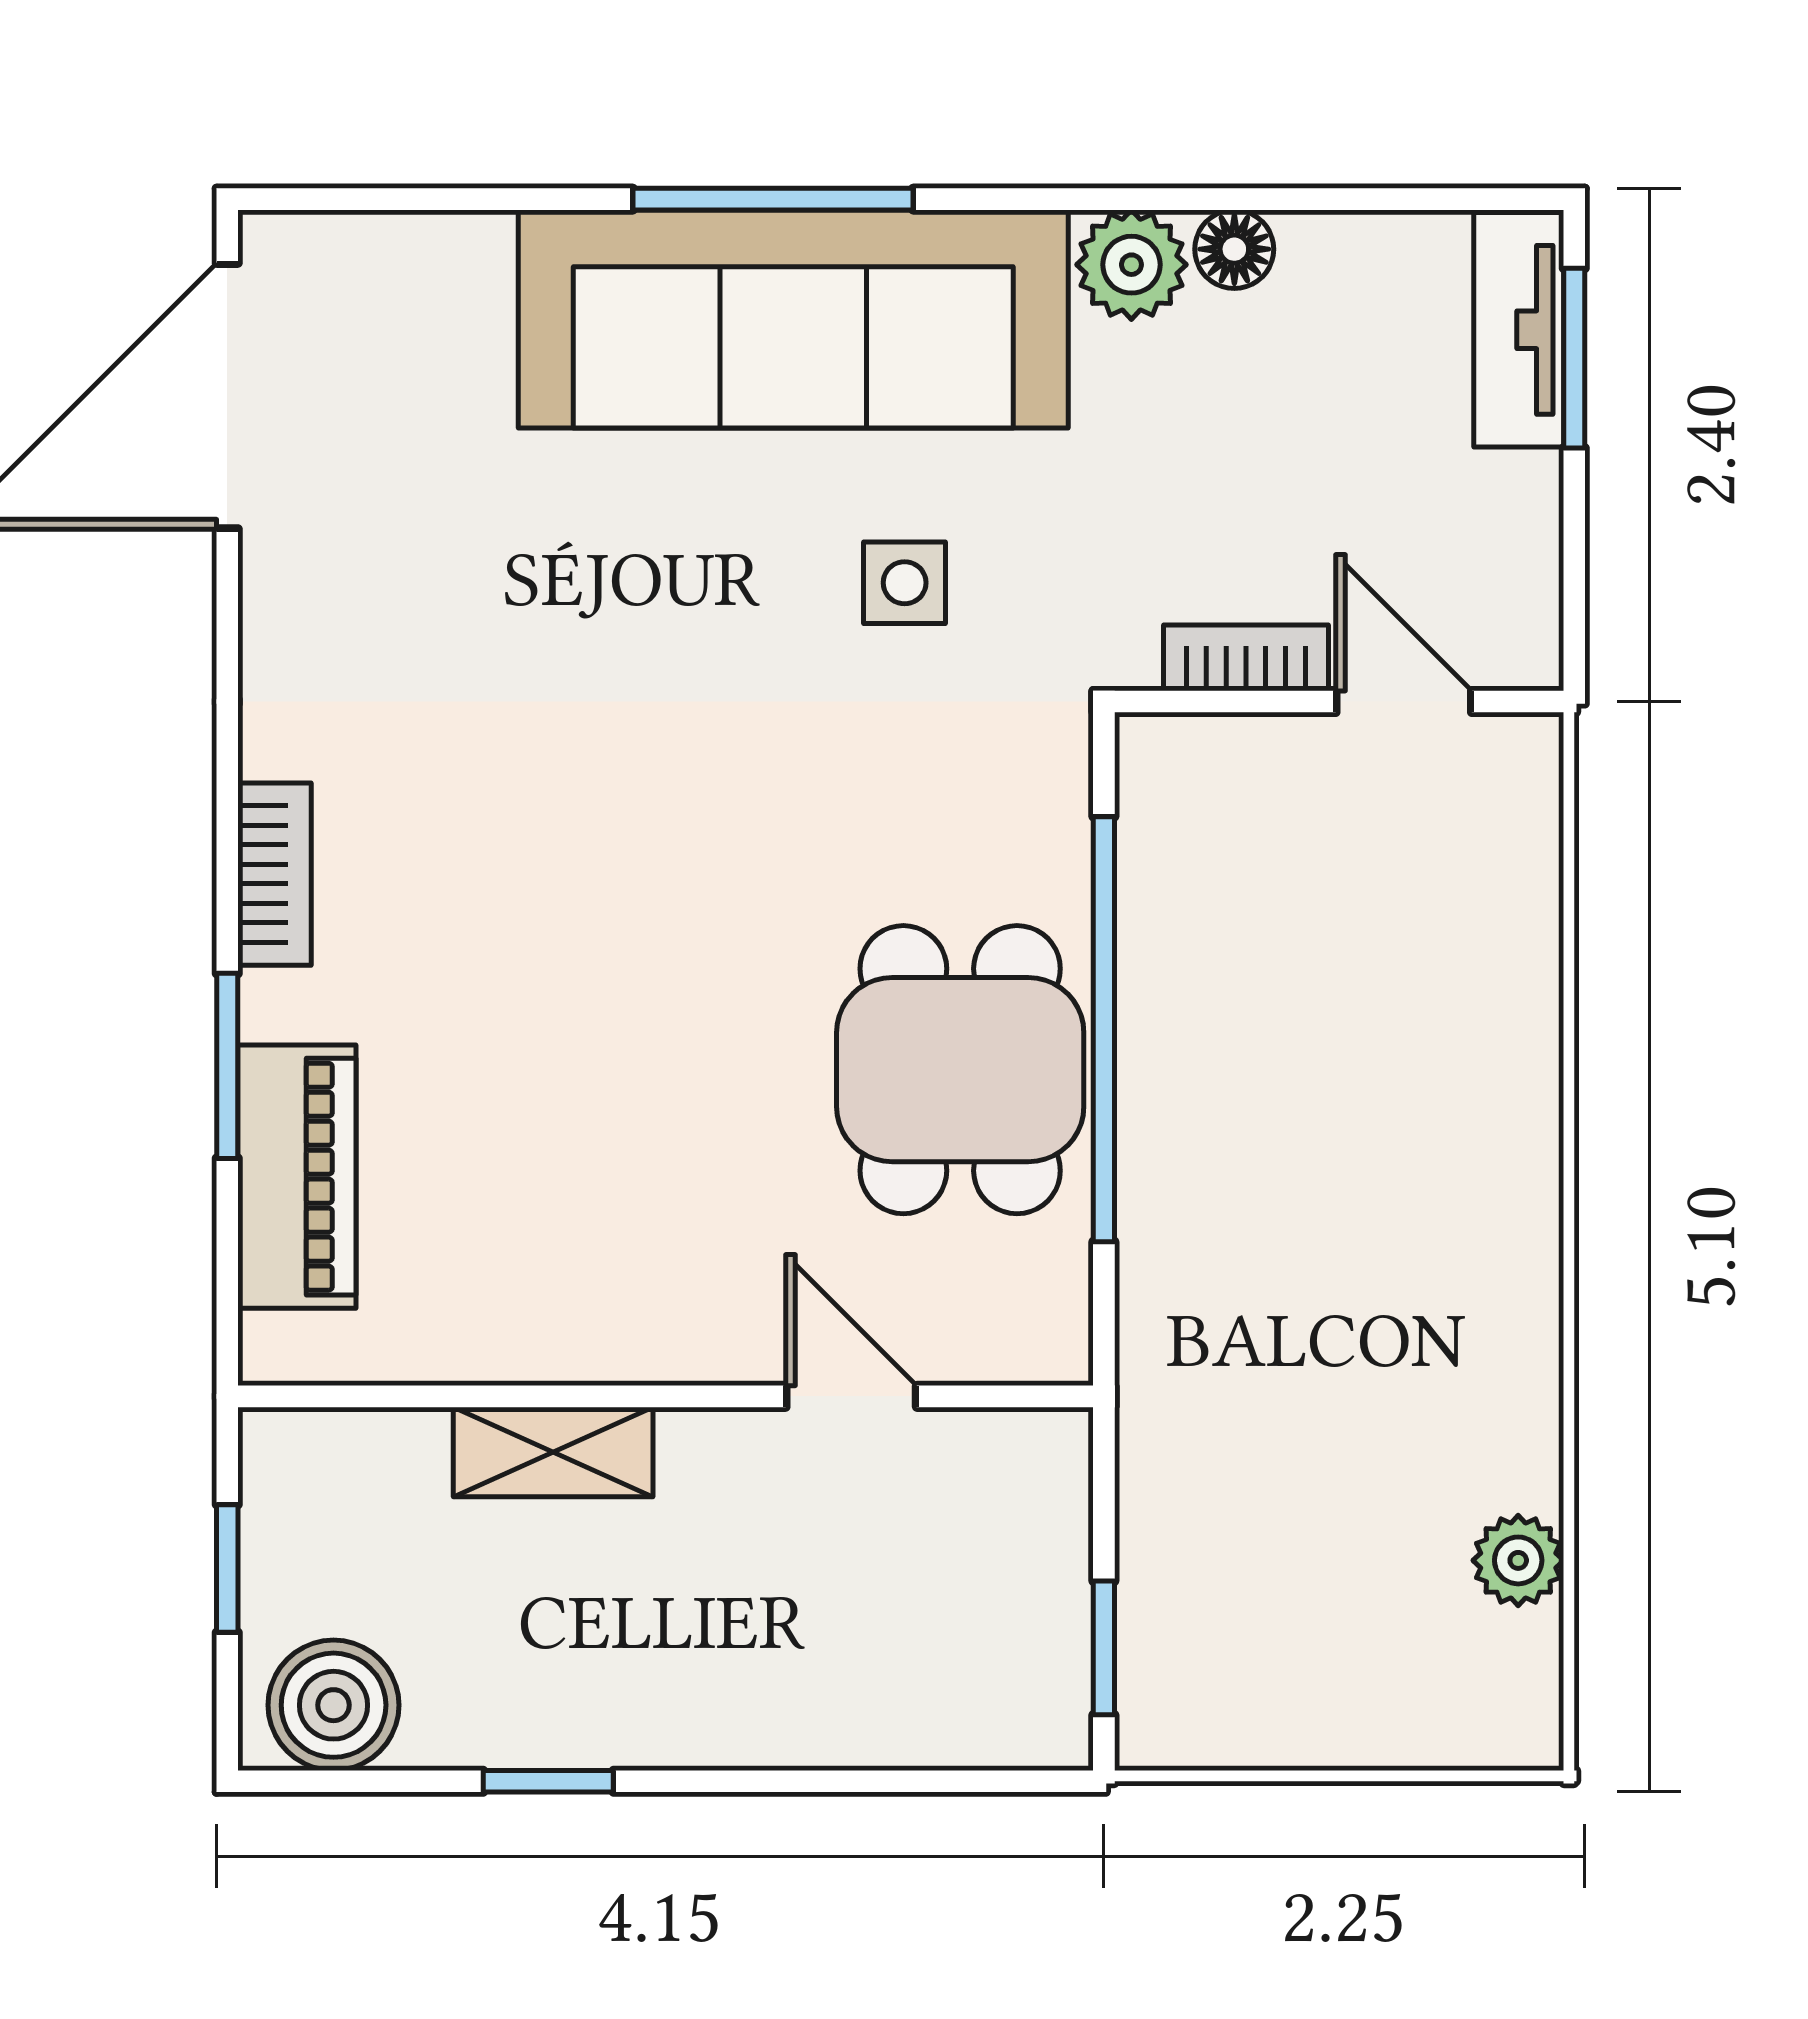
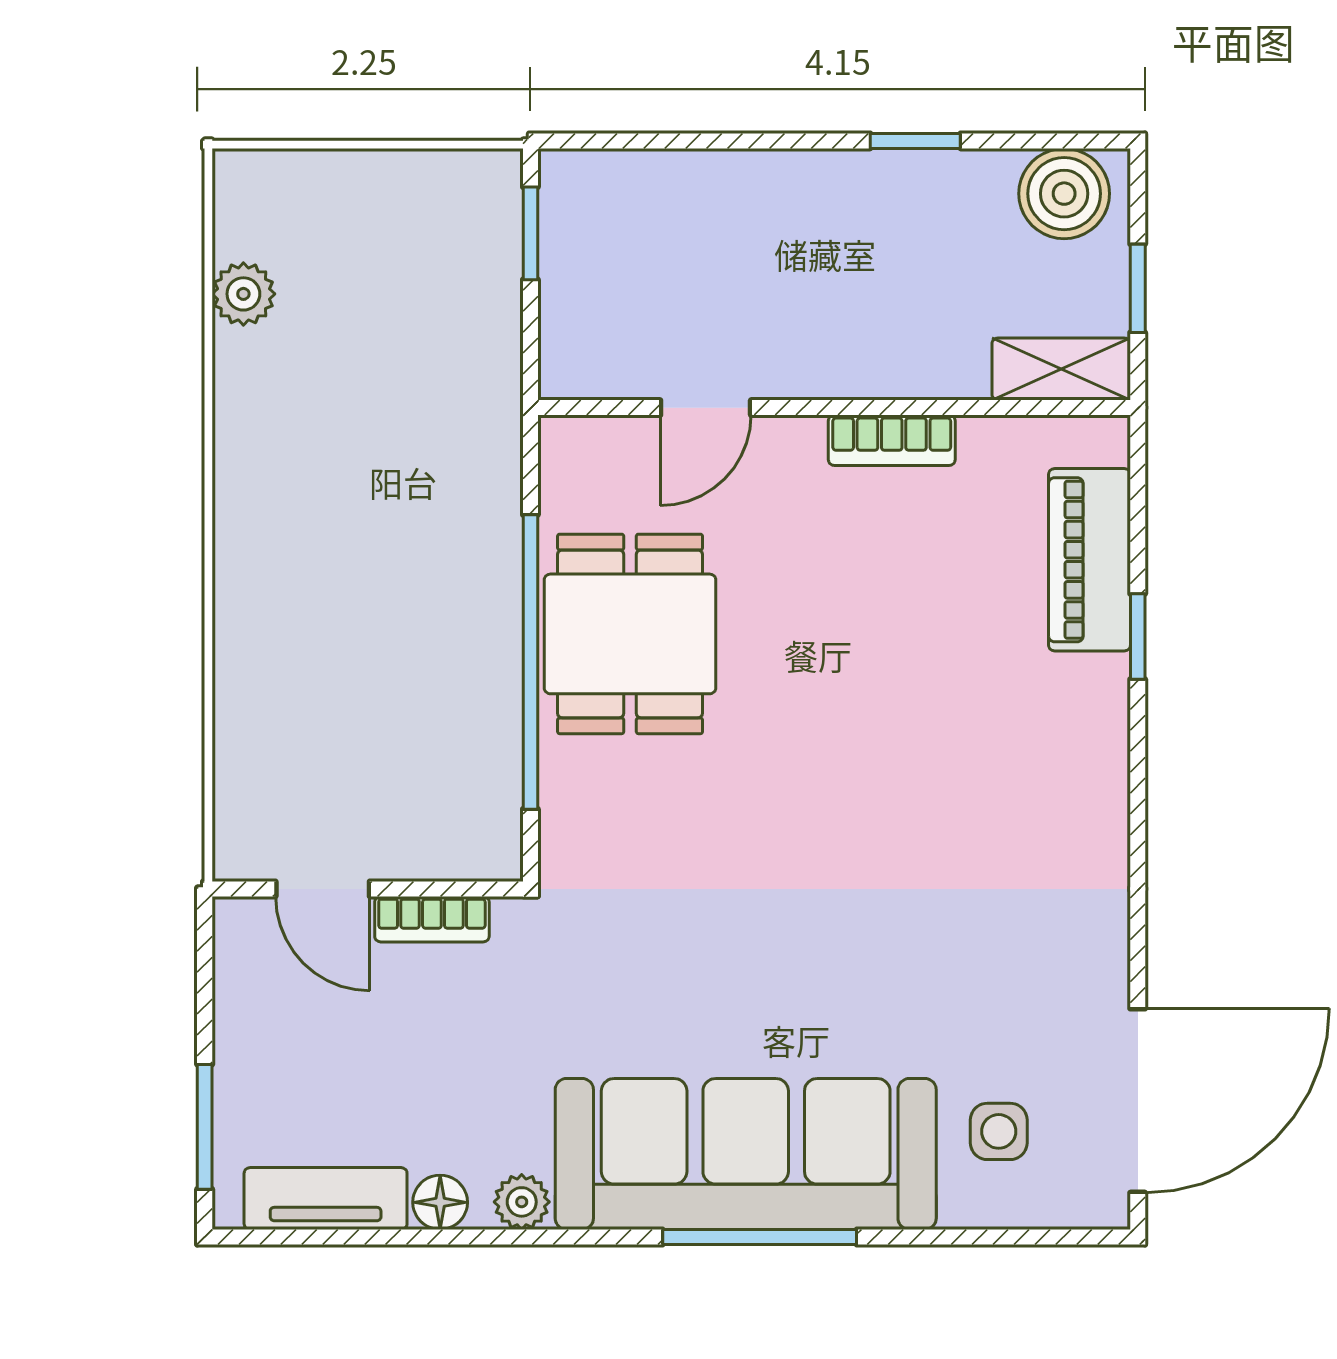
plant: (1131, 265) -> (522, 1202), width x0.73, depth x0.73
tv unit: (1519, 330) -> (326, 1199), moved, turned -90
side table: (905, 583) -> (999, 1131), moved
bookcase: (275, 874) -> (892, 440), moved, turned -90
window: (227, 1066) -> (1138, 637), width x0.67
door: (851, 1396) -> (706, 408), hinge flipped
shelving: (553, 1452) -> (1061, 369), moved

